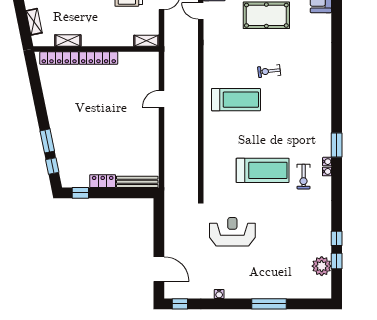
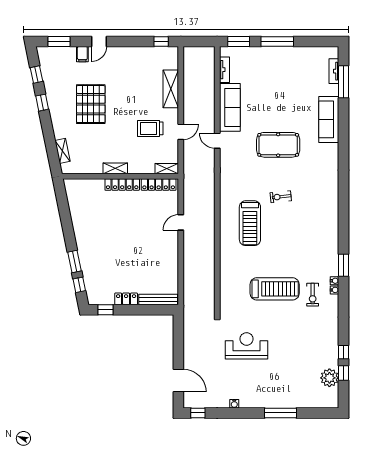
shelving: (68, 41) -> (115, 168), moved
locker: (59, 58) -> (159, 185), moved
treadmill: (236, 100) -> (250, 223), turned 90

